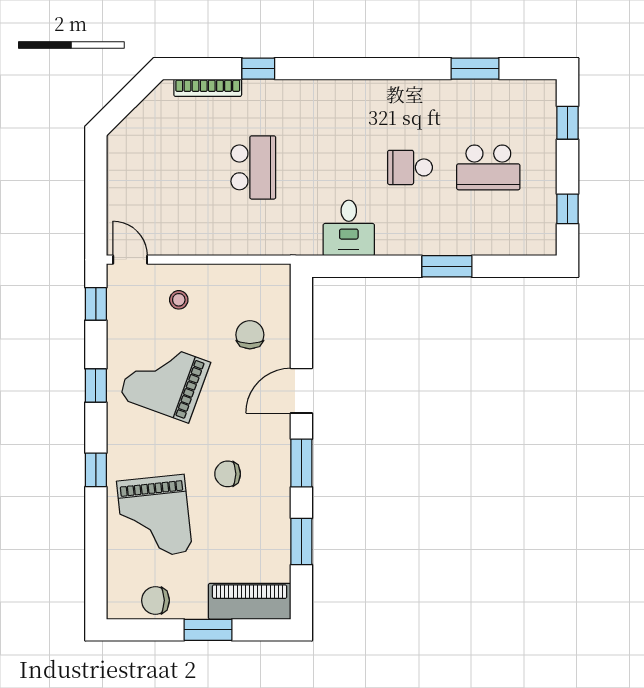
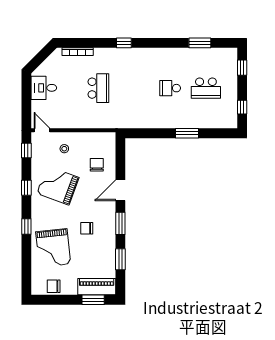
window: (258, 69) -> (124, 43), moved
desk: (349, 228) -> (44, 88), moved, turned 90
window: (208, 630) -> (93, 300), moved

